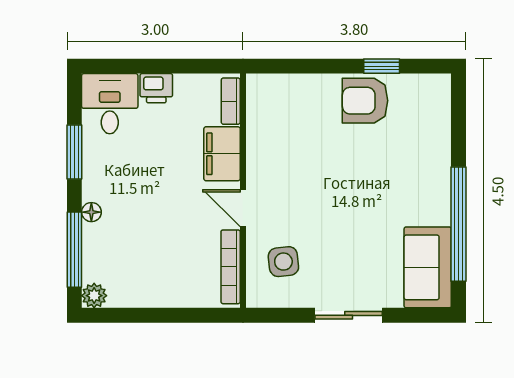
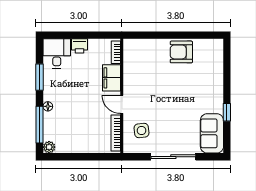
window: (382, 66) -> (189, 35), removed
window: (458, 224) -> (227, 112), width x0.32
sliding door: (349, 315) -> (173, 157), width x1.37

